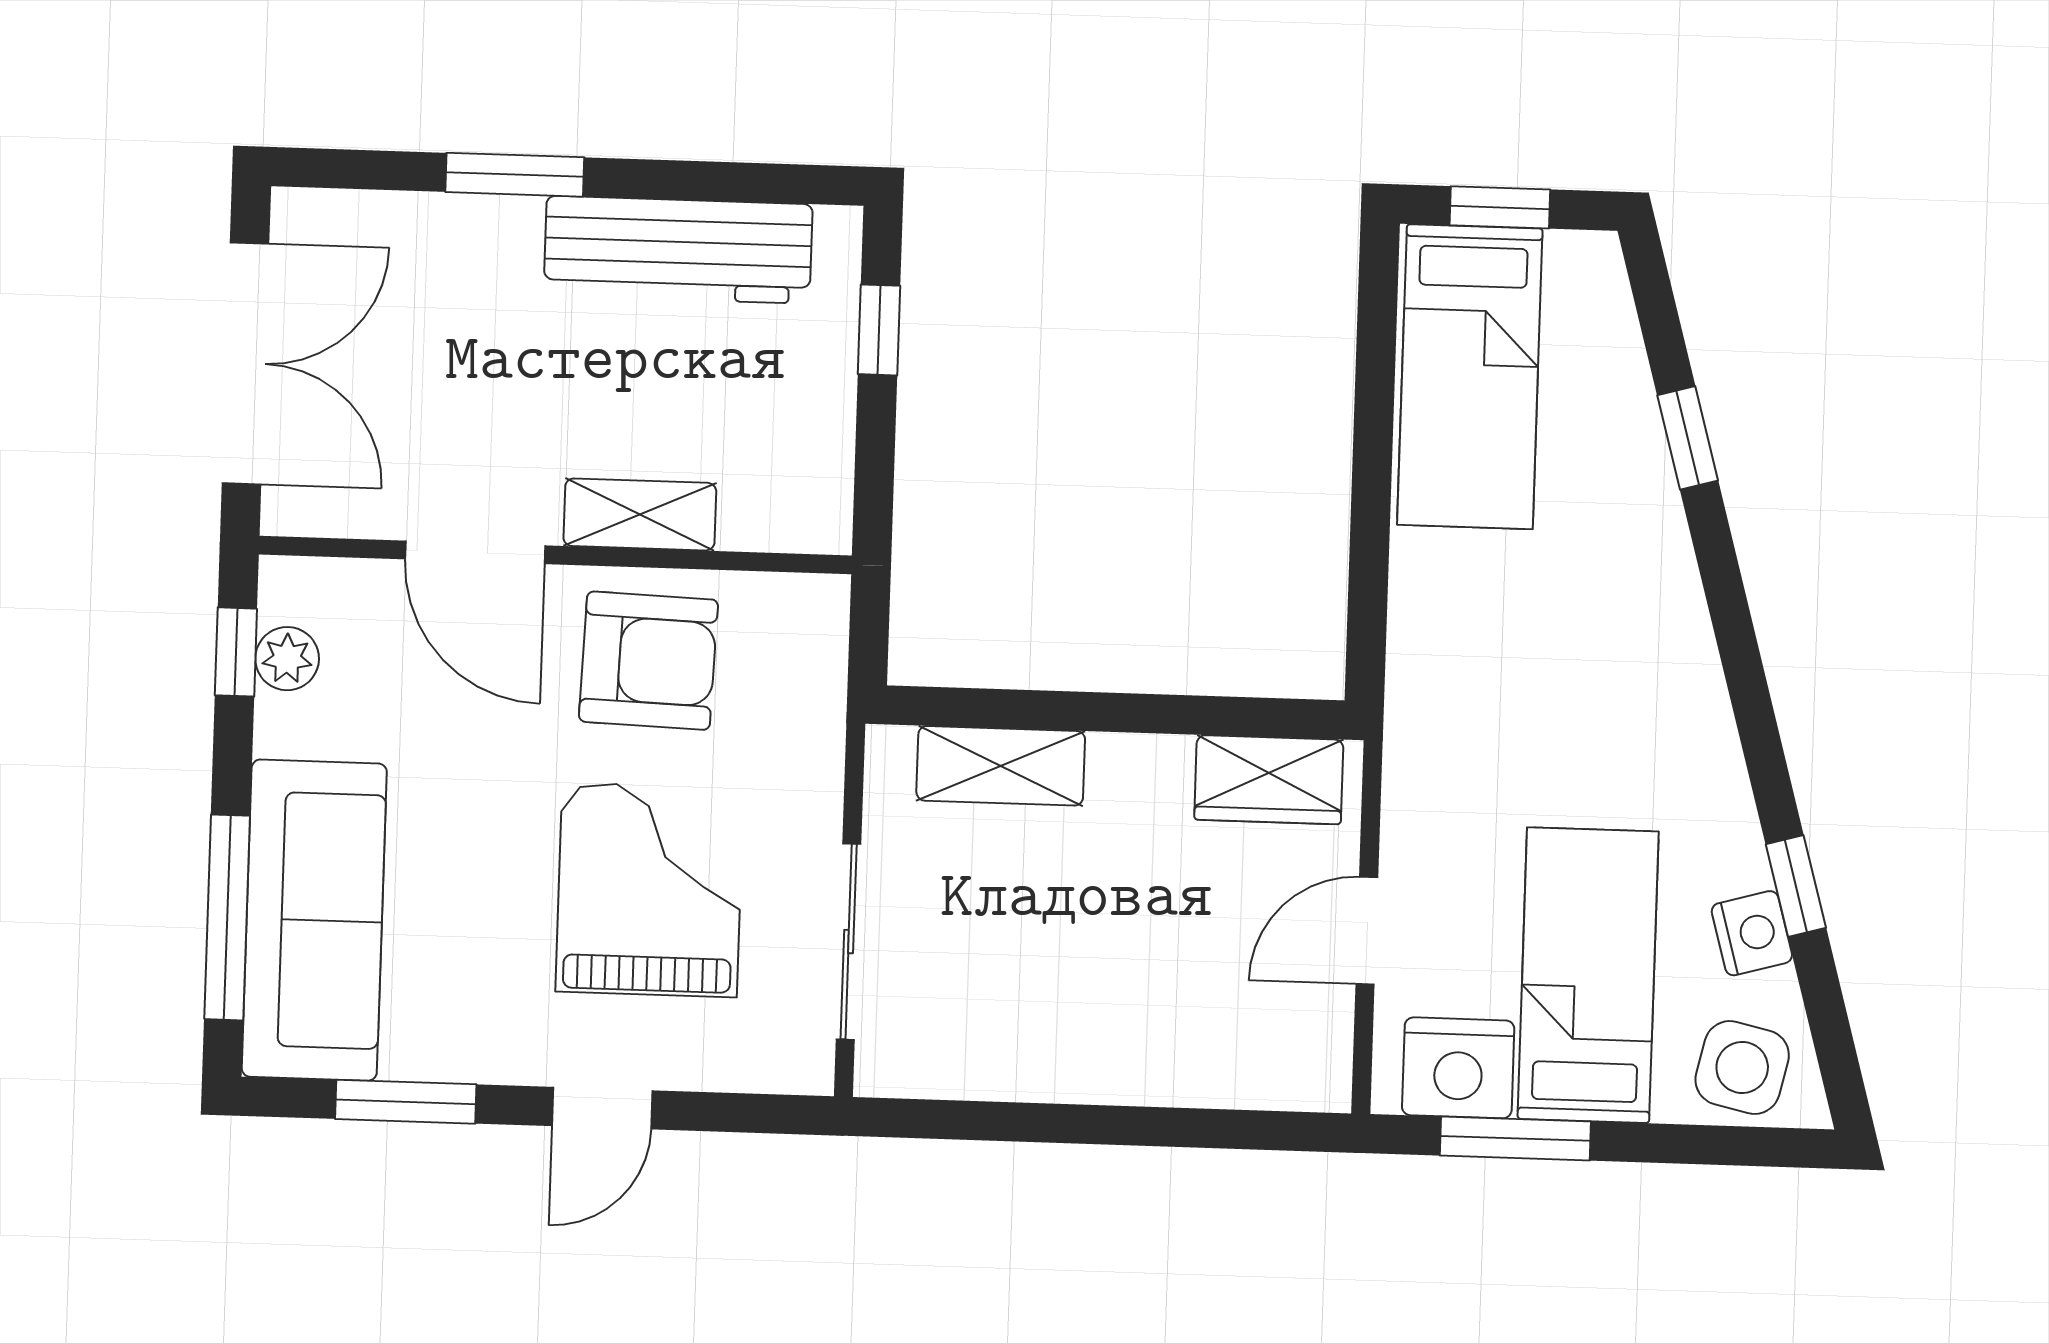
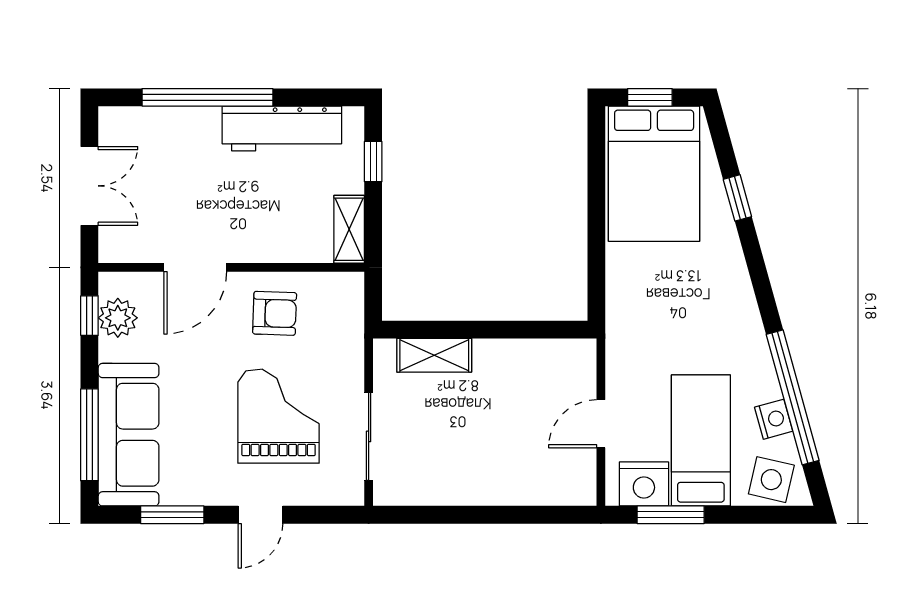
window: (515, 175) -> (207, 97), width x2.11
double door: (246, 363) -> (89, 186), width x0.73
bed: (1470, 377) -> (654, 174), width x1.50
shelving: (640, 514) -> (349, 229), moved, turned 90
door: (475, 552) -> (195, 267), hinge flipped
plant: (287, 659) -> (118, 318), width x1.38, depth x1.38
armchair: (648, 661) -> (275, 313), width x0.72, depth x0.72
wardrobe: (1269, 780) -> (555, 358), removed
window: (1796, 886) -> (793, 397), width x3.17

